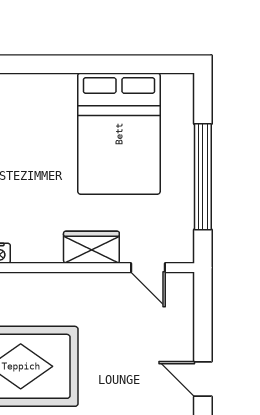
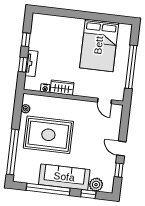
wardrobe: (91, 247) -> (62, 88), moved

